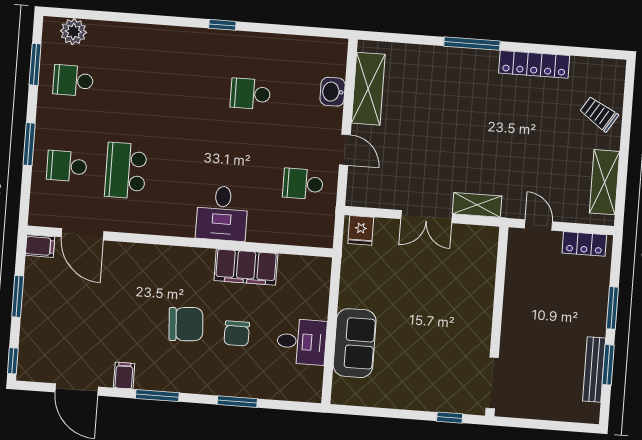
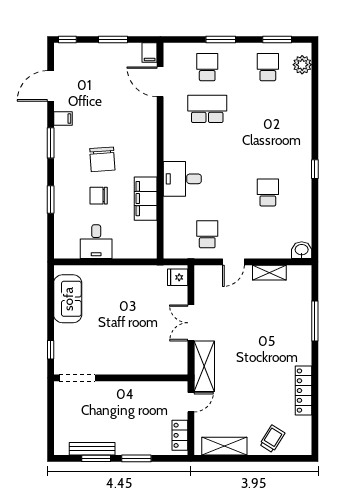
window: (472, 44) -> (315, 321), moved
shelving: (368, 89) -> (269, 273), width x0.67, depth x0.75
washbasin: (333, 92) -> (302, 250), moved
shelving: (477, 205) -> (204, 366), width x1.50, depth x1.33
door: (82, 234) -> (160, 82), hinge flipped
sofa: (355, 343) -> (68, 299), moved, turned -90

